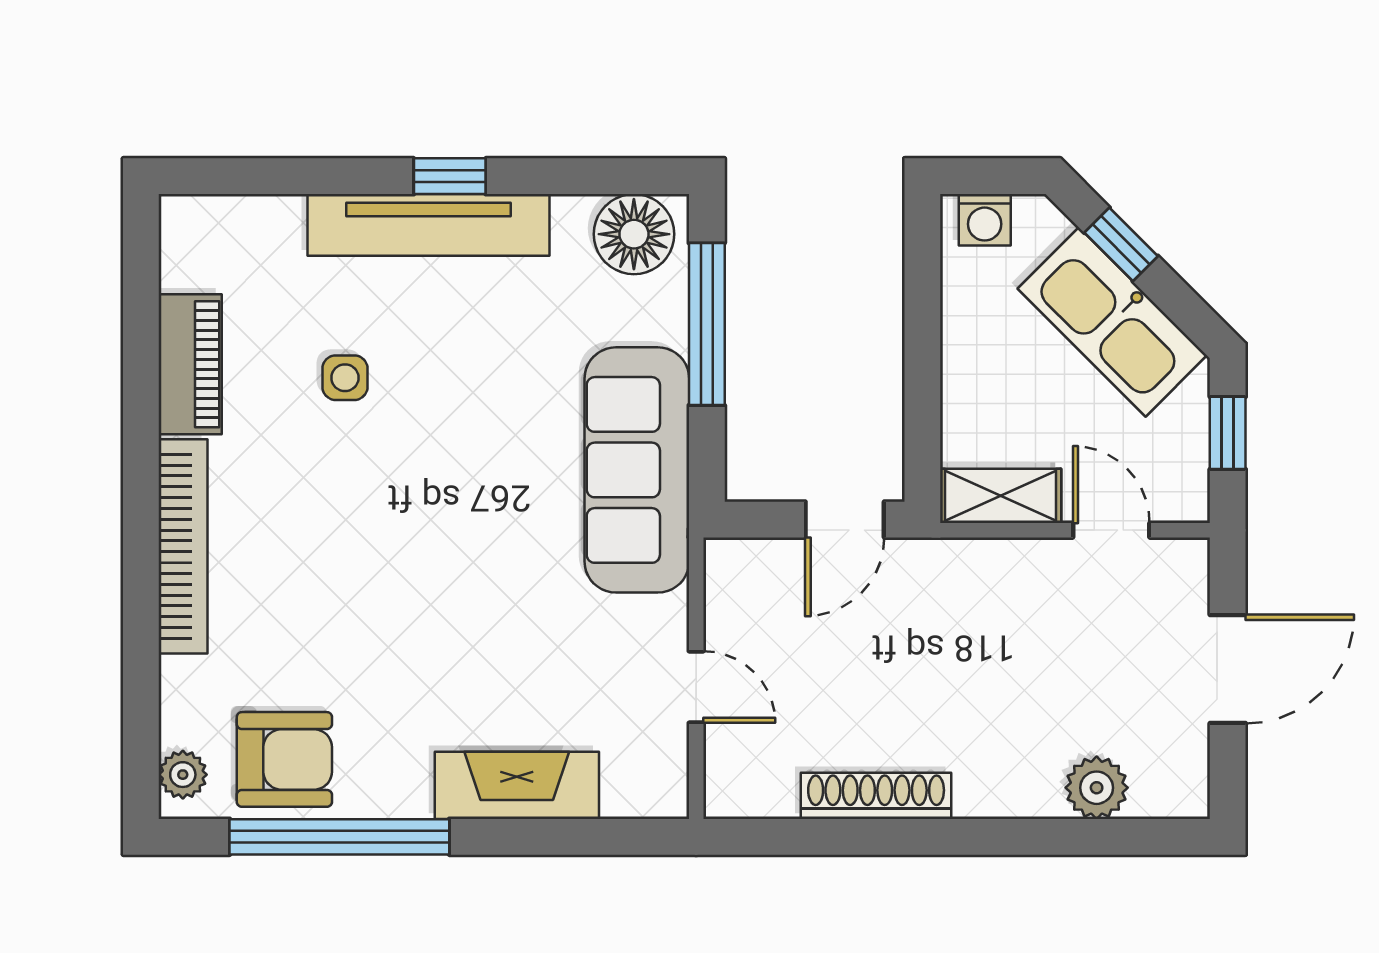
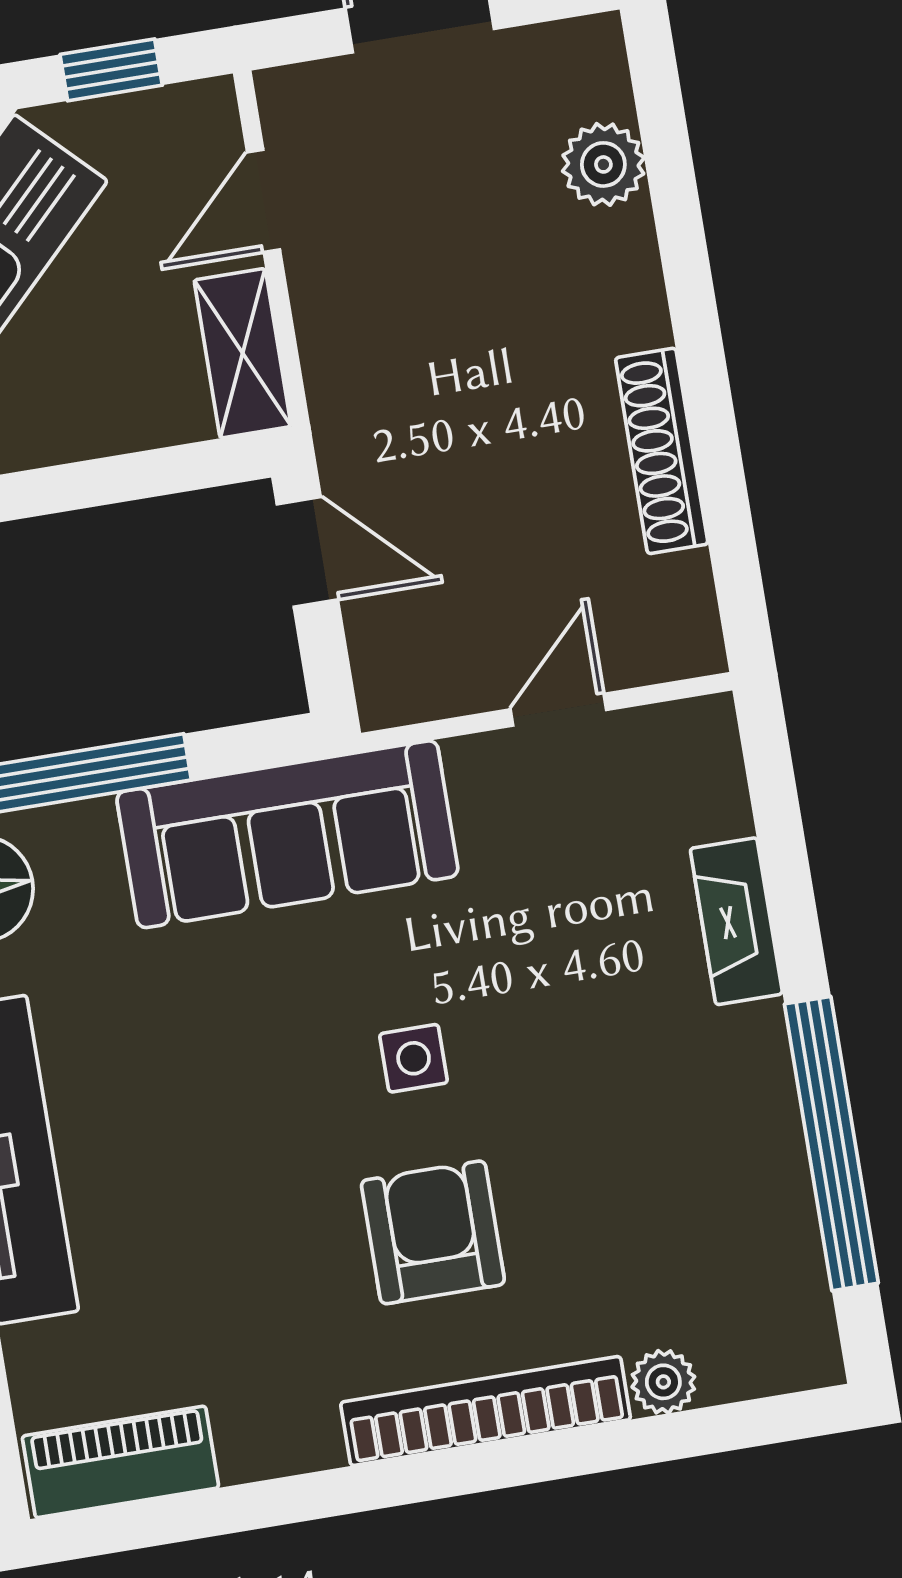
piano: (190, 364) -> (120, 1462), moved
side table: (345, 378) -> (414, 1058), moved
armchair: (284, 759) -> (433, 1232), moved
plant: (183, 775) -> (663, 1382), moved
fireplace: (517, 785) -> (736, 921), width x0.73, depth x0.76

